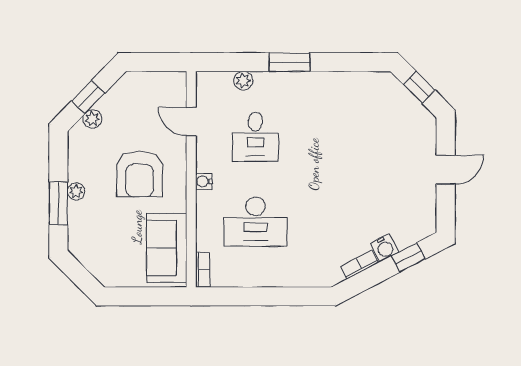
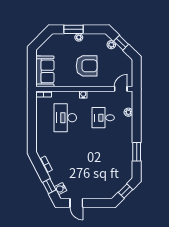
window: (290, 62) -> (137, 152), moved
door: (191, 122) -> (121, 89), moved
door: (446, 170) -> (76, 203), moved
armchair: (140, 174) -> (87, 66), turned 180
sofa: (167, 248) -> (45, 71), moved, turned 90
water cooler: (385, 248) -> (60, 189), moved

